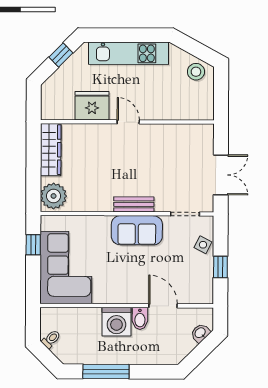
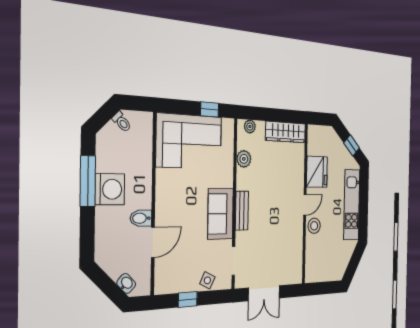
stool: (196, 72) -> (314, 226), moved
plant: (54, 196) -> (250, 127), width x0.53, depth x0.53
plant: (81, 203) -> (244, 159), added
washing machine: (116, 322) -> (110, 189), moved, turned 180

